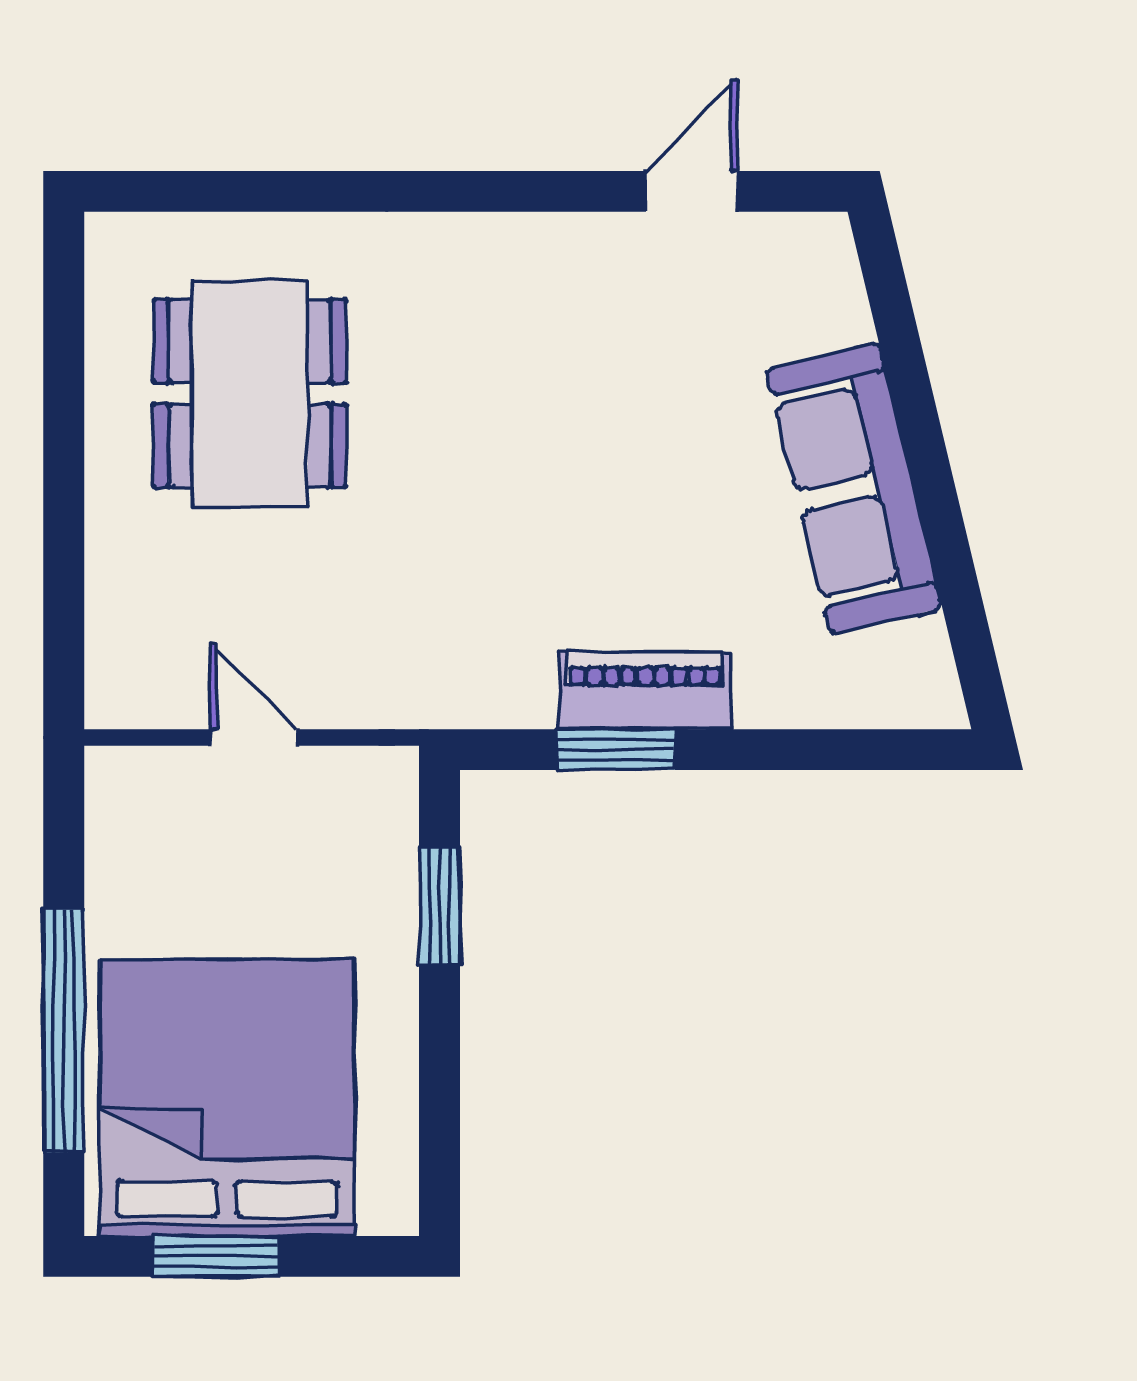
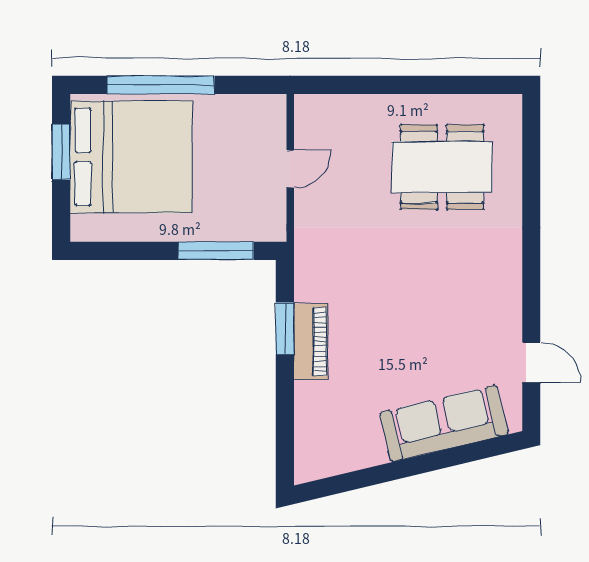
sofa: (854, 488) -> (444, 423), moved
window: (440, 906) -> (216, 251), width x1.44

